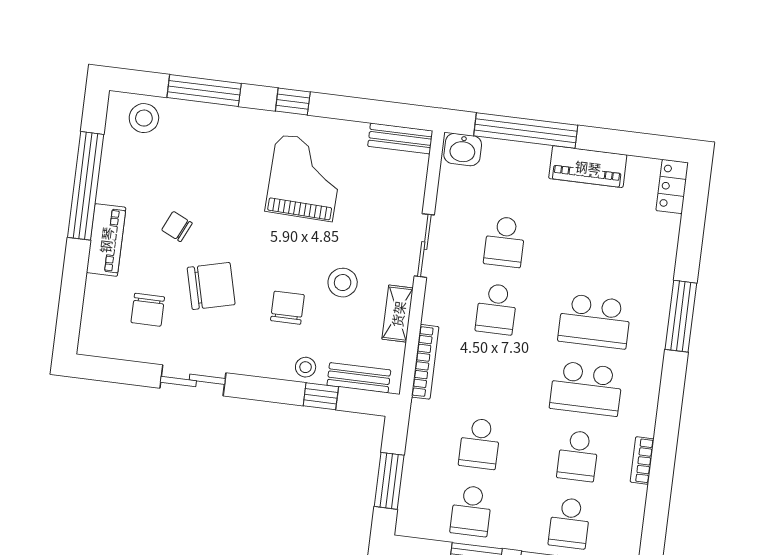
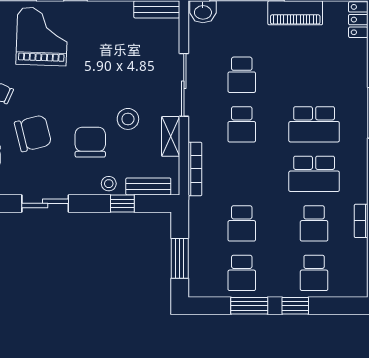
grand piano: (305, 178) -> (42, 36), moved
sliding door: (424, 246) -> (184, 85), width x1.37
chair: (287, 308) -> (90, 142), width x1.37, depth x1.37
sliding door: (193, 380) -> (45, 203), moved

